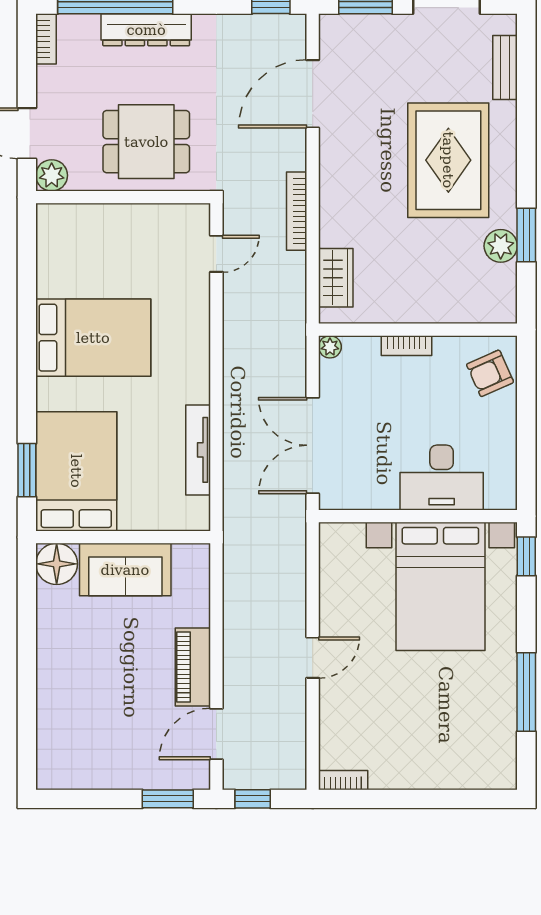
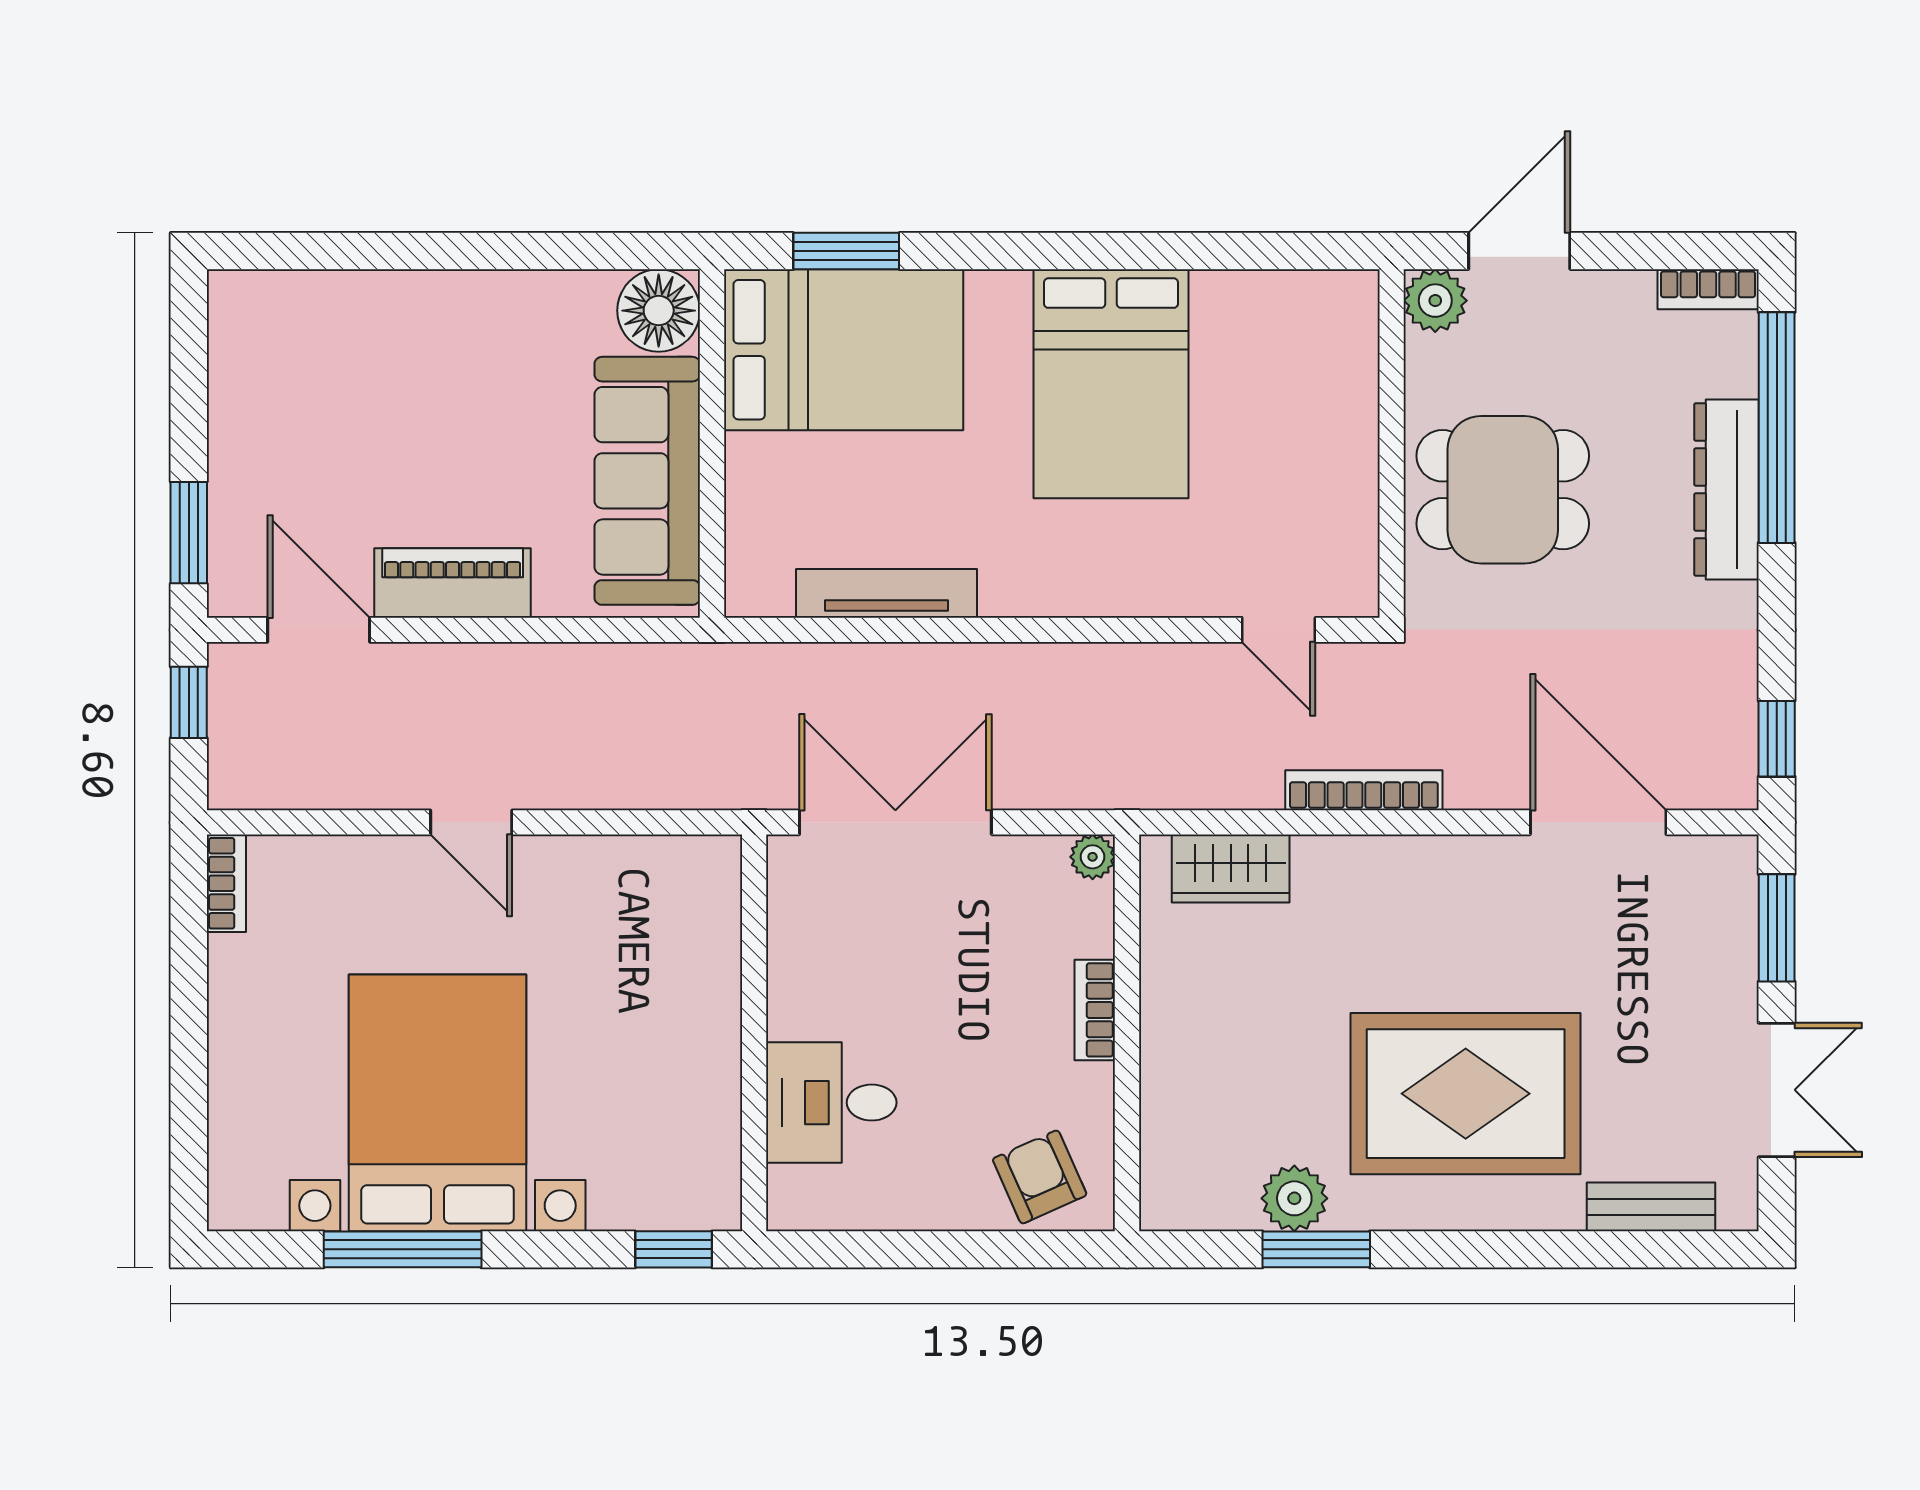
dining table: (146, 142) -> (1503, 490), turned 90
desk: (442, 478) -> (831, 1103), width x0.73
sofa: (125, 570) -> (647, 481), width x1.36
bed with nightstands: (440, 586) -> (438, 1103), moved, turned 90

